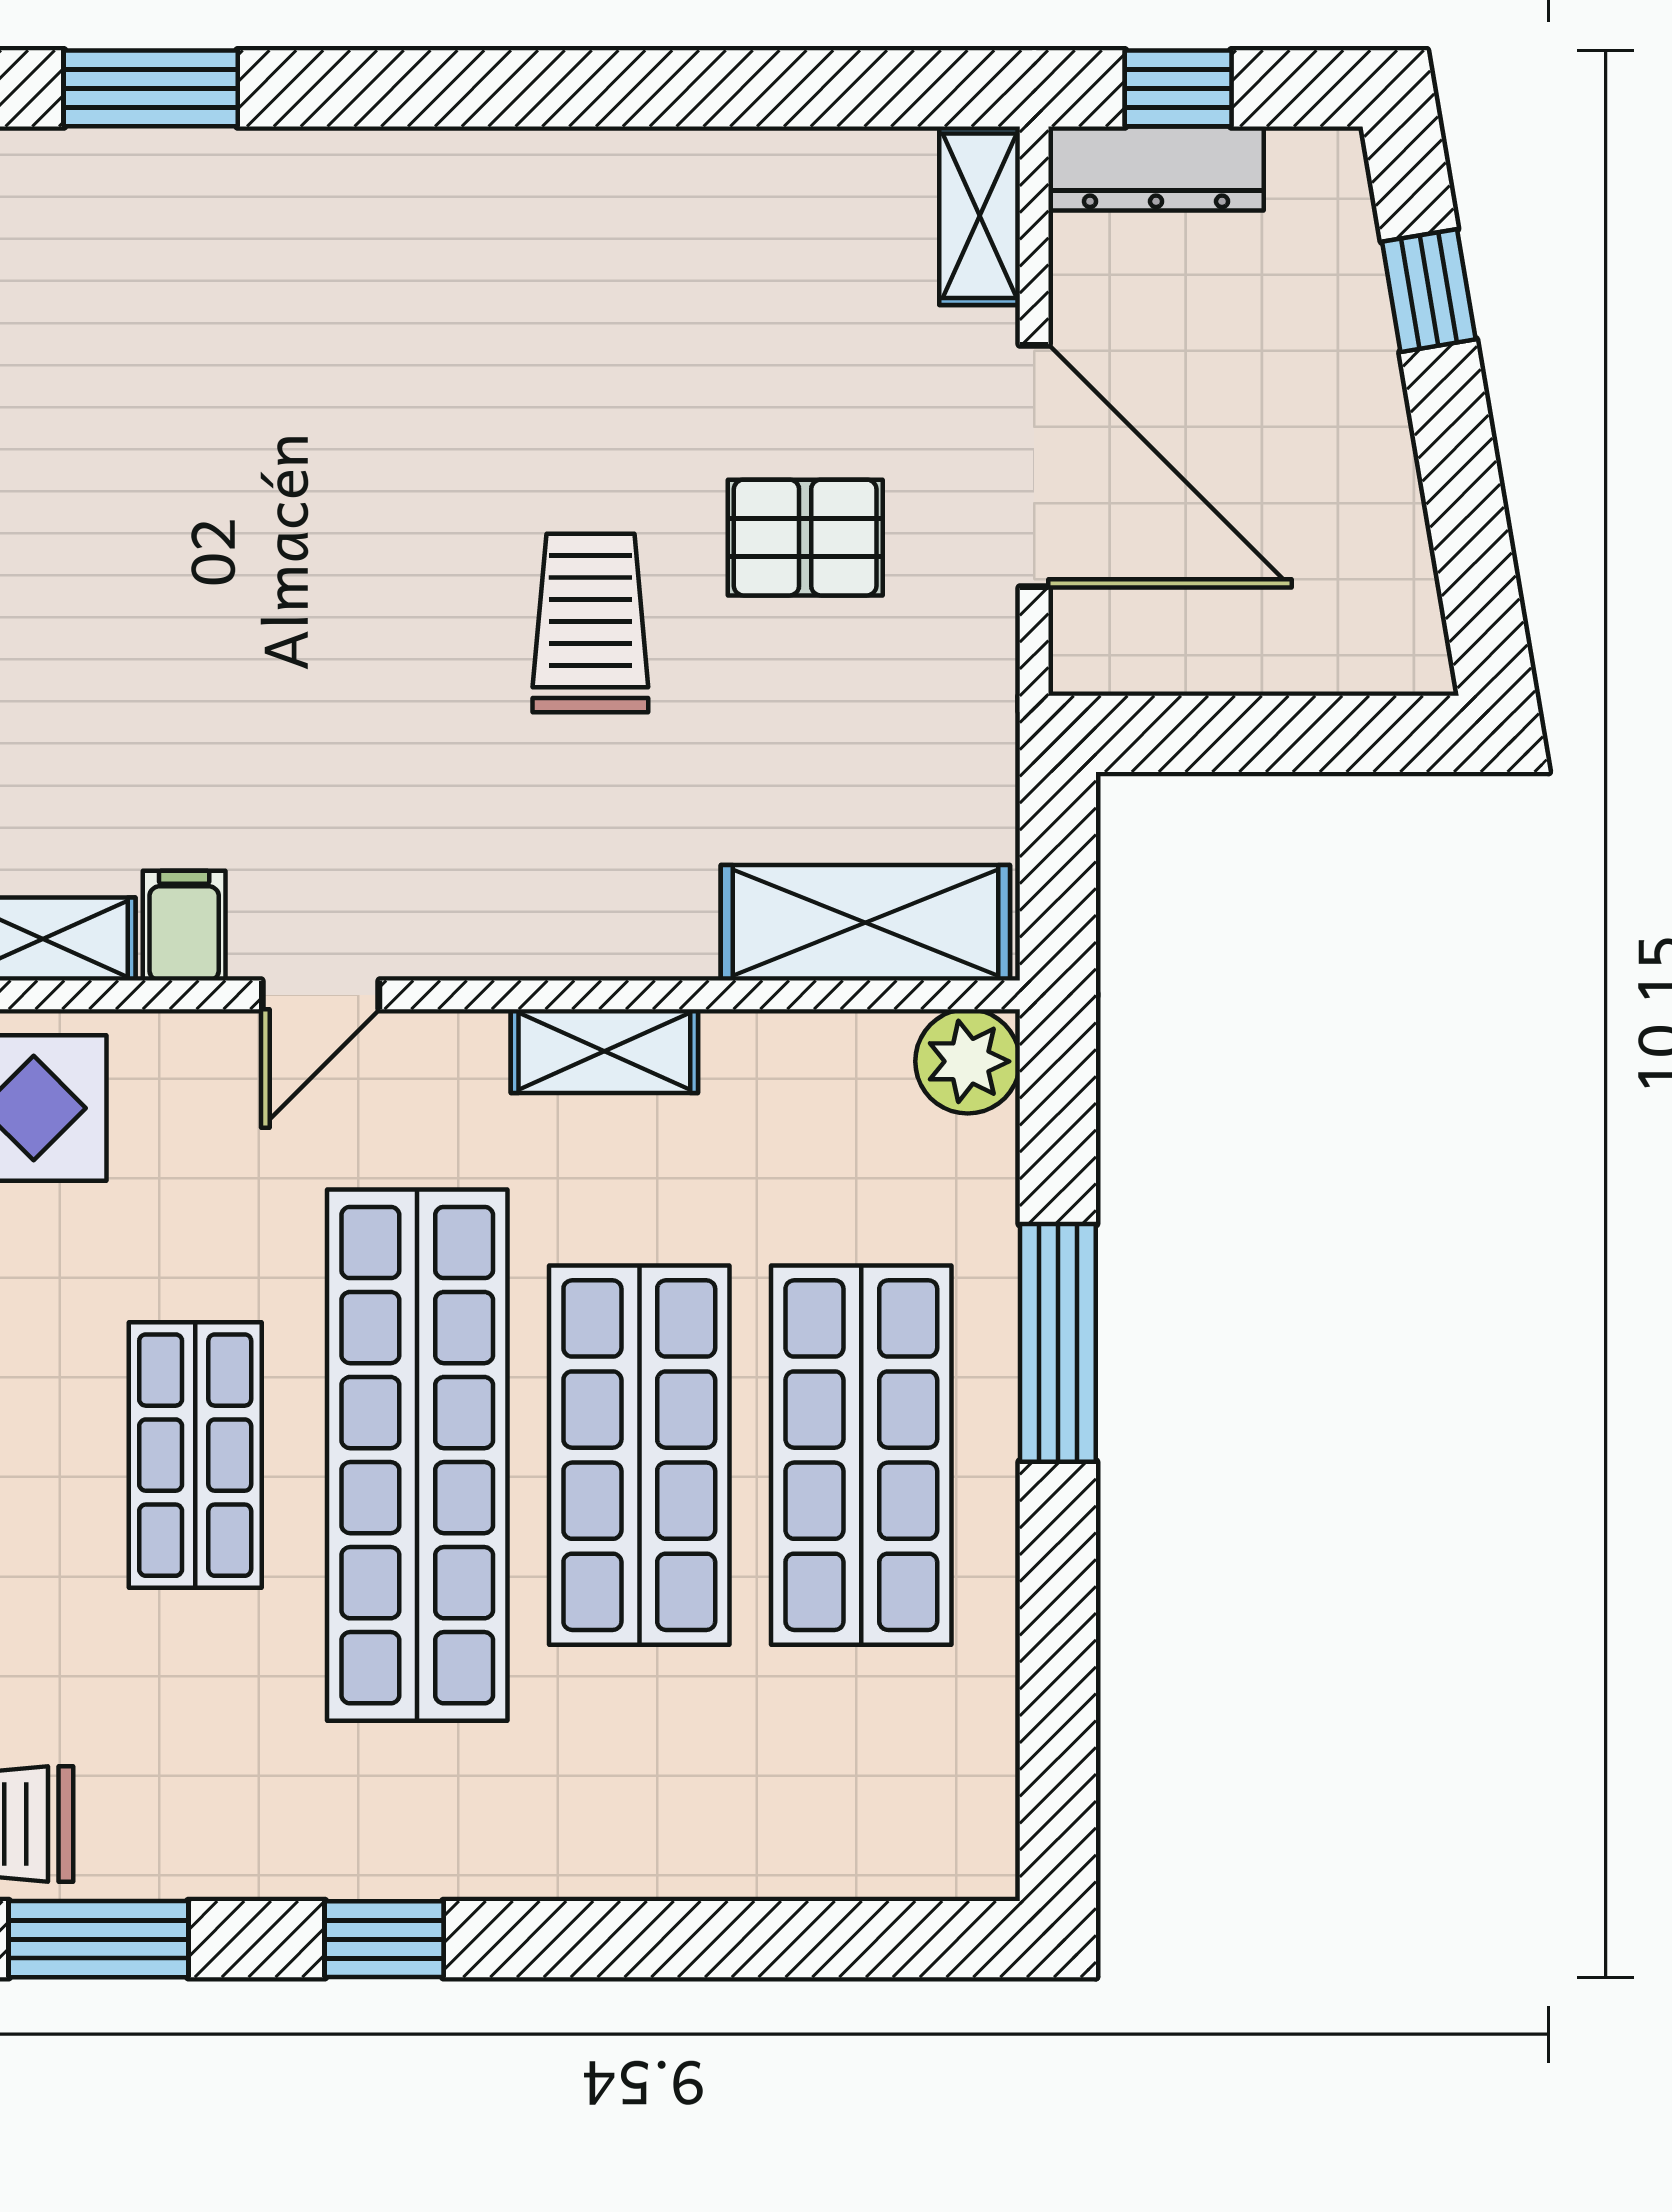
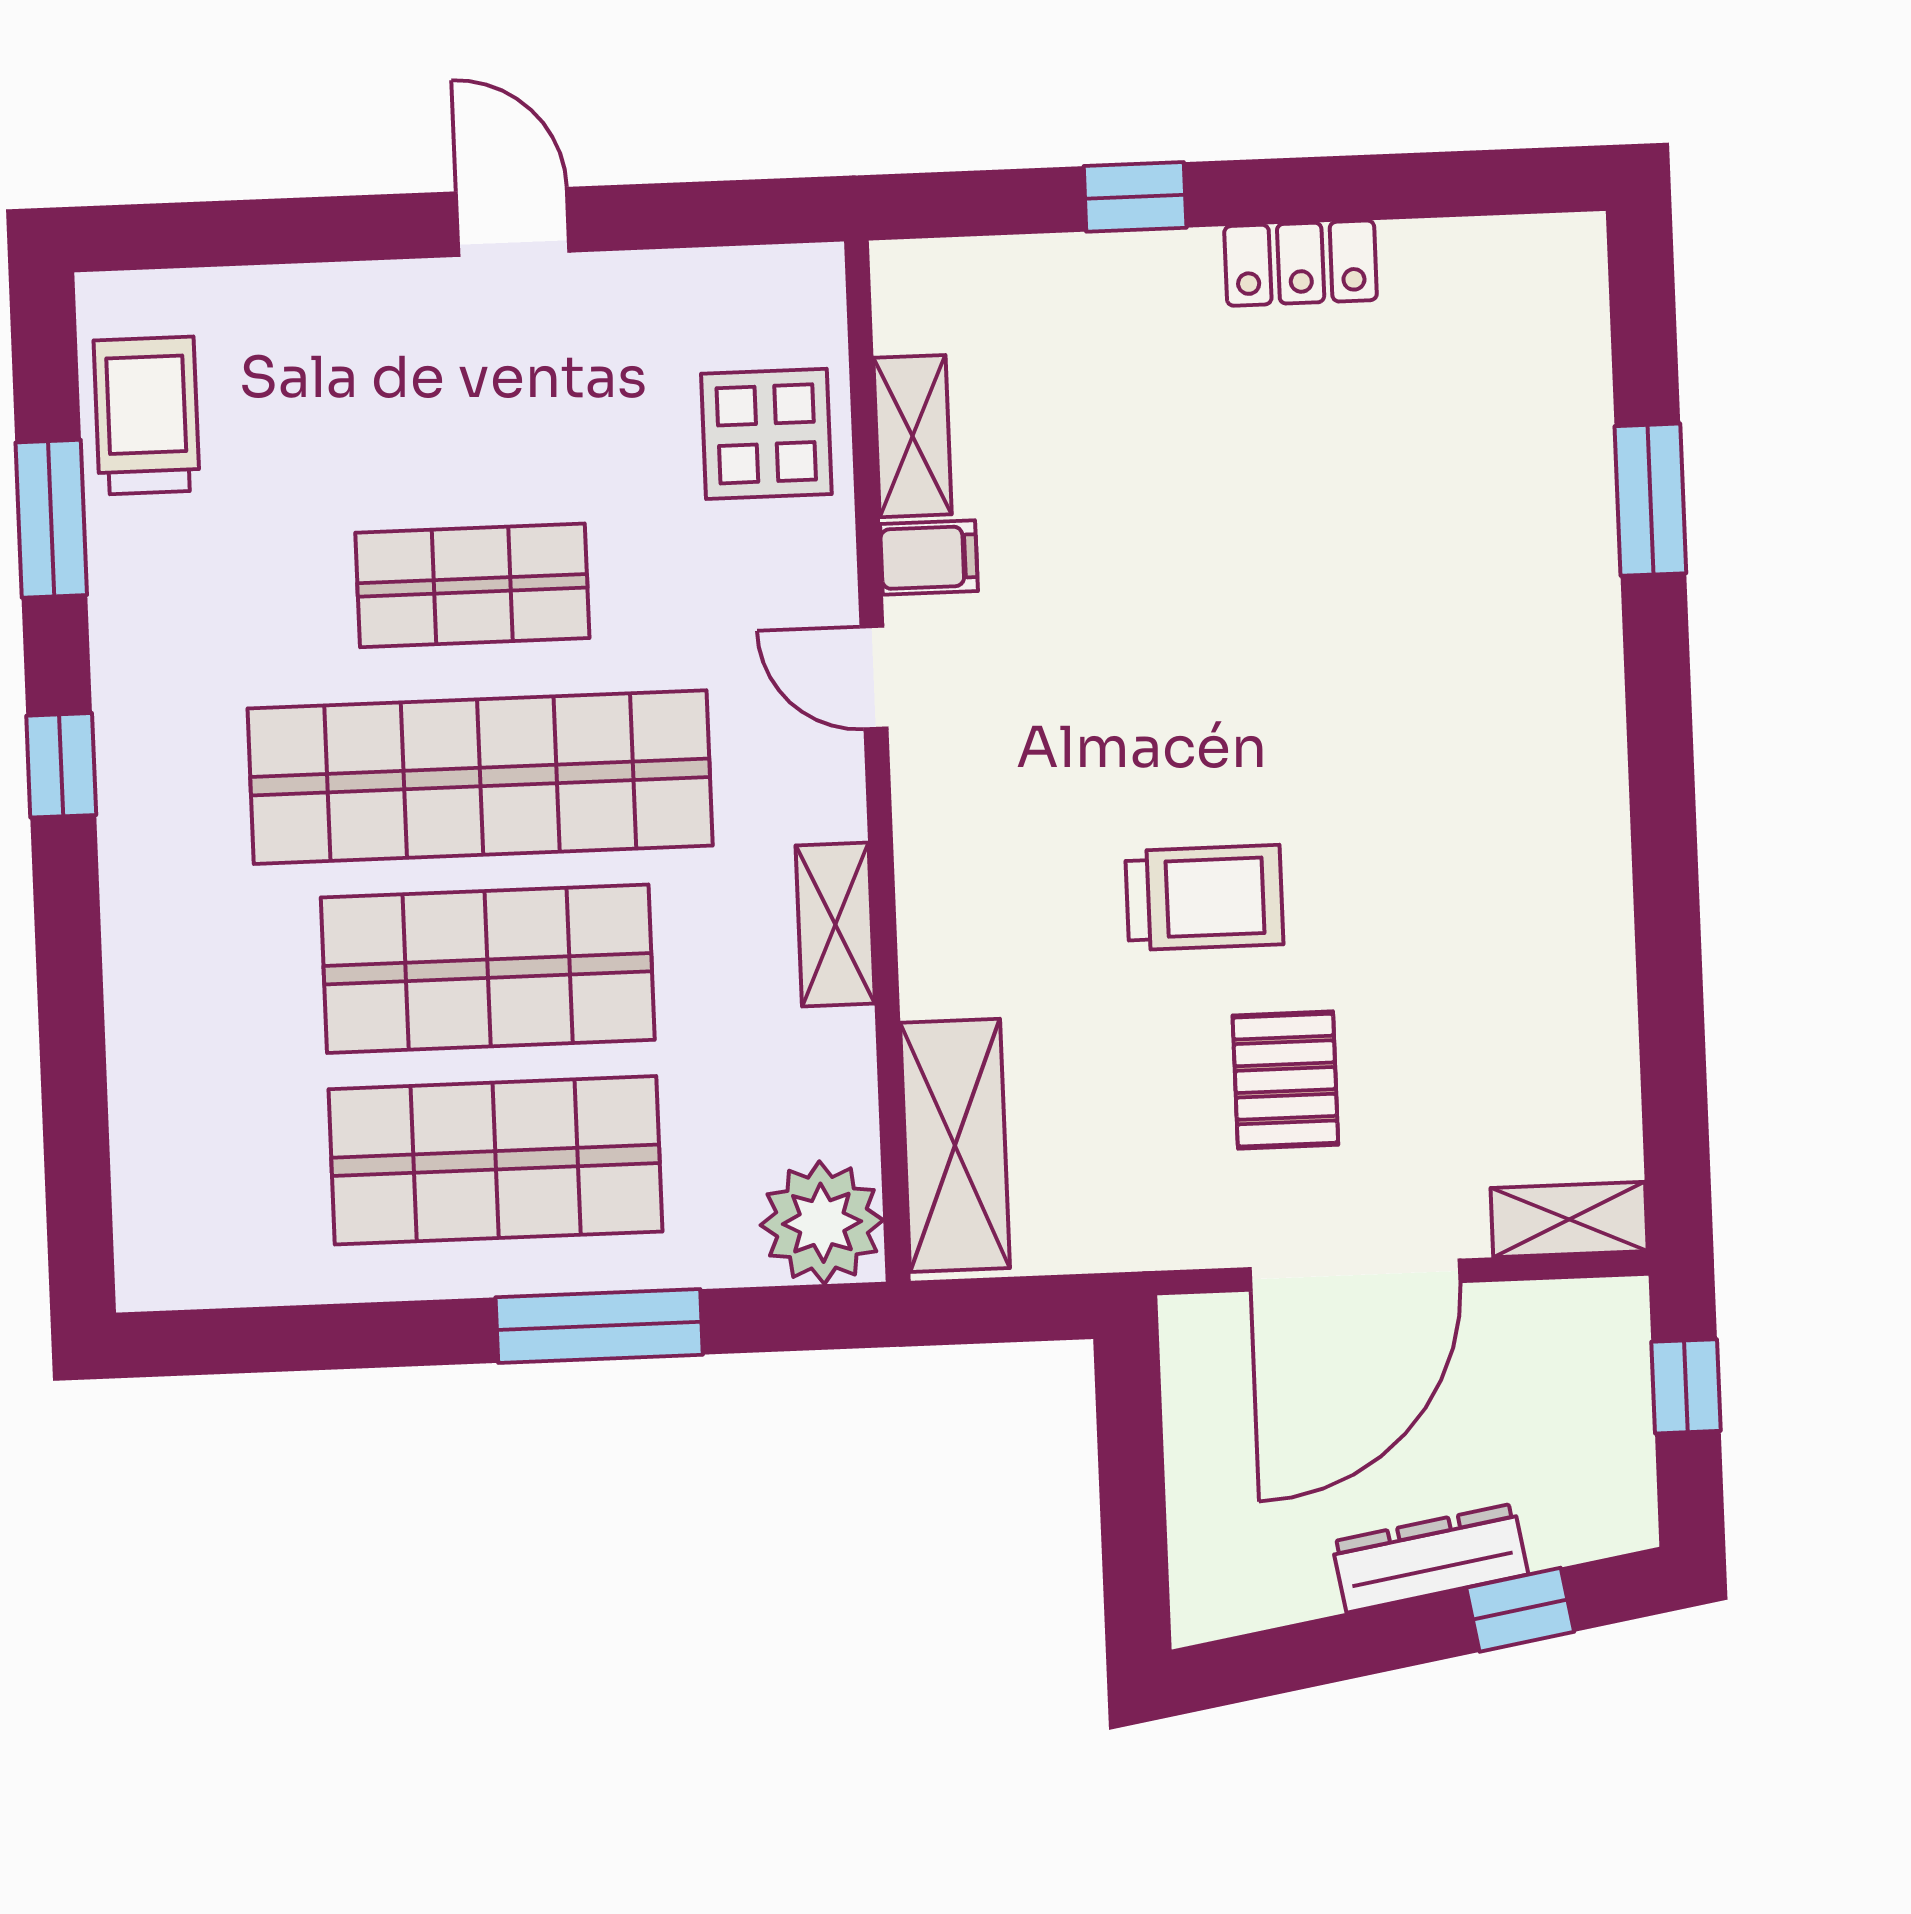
dresser: (1156, 168) -> (1430, 1558), moved, turned 80
plant: (968, 1061) -> (822, 1223), width x1.36, depth x1.36

